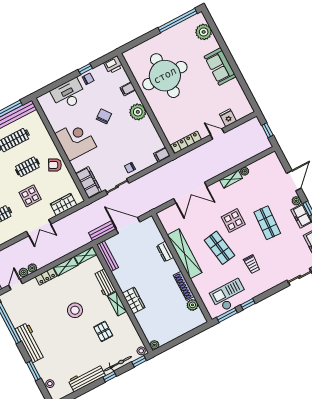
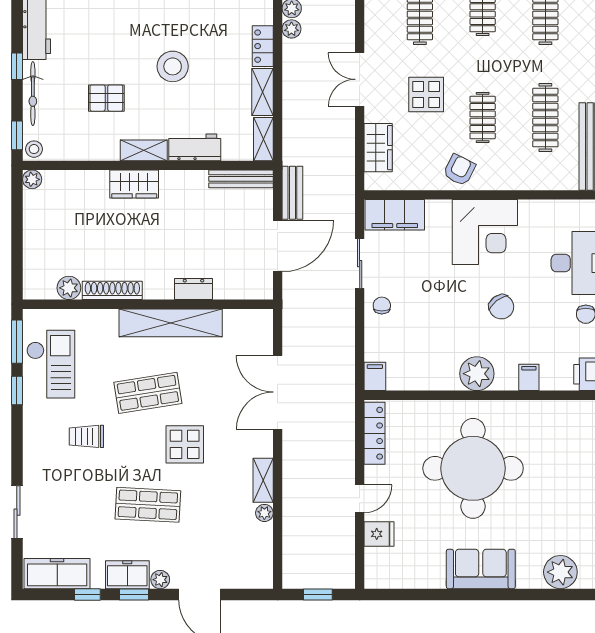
round table: (165, 76) -> (473, 468), moved

